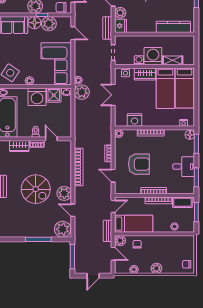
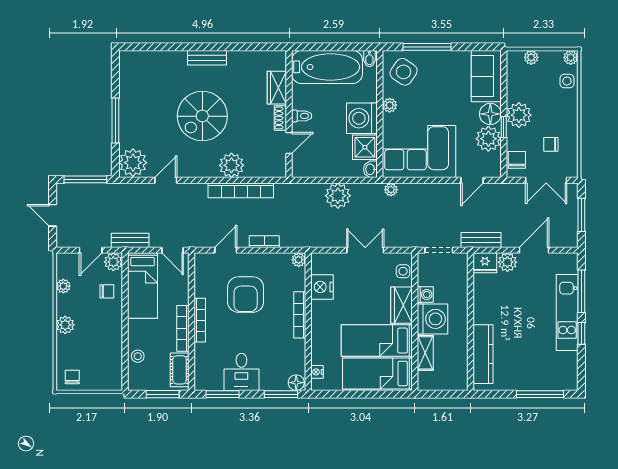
plant: (82, 92) -> (338, 196), moved
plant: (64, 193) -> (231, 165), moved

